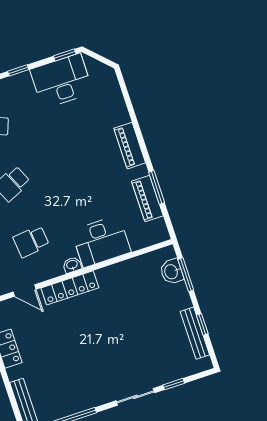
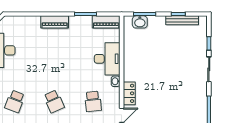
piano: (147, 199) -> (106, 22), moved
locker: (70, 288) -> (129, 93), width x0.66

